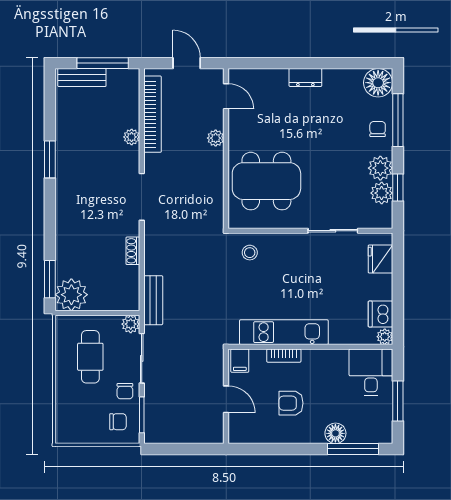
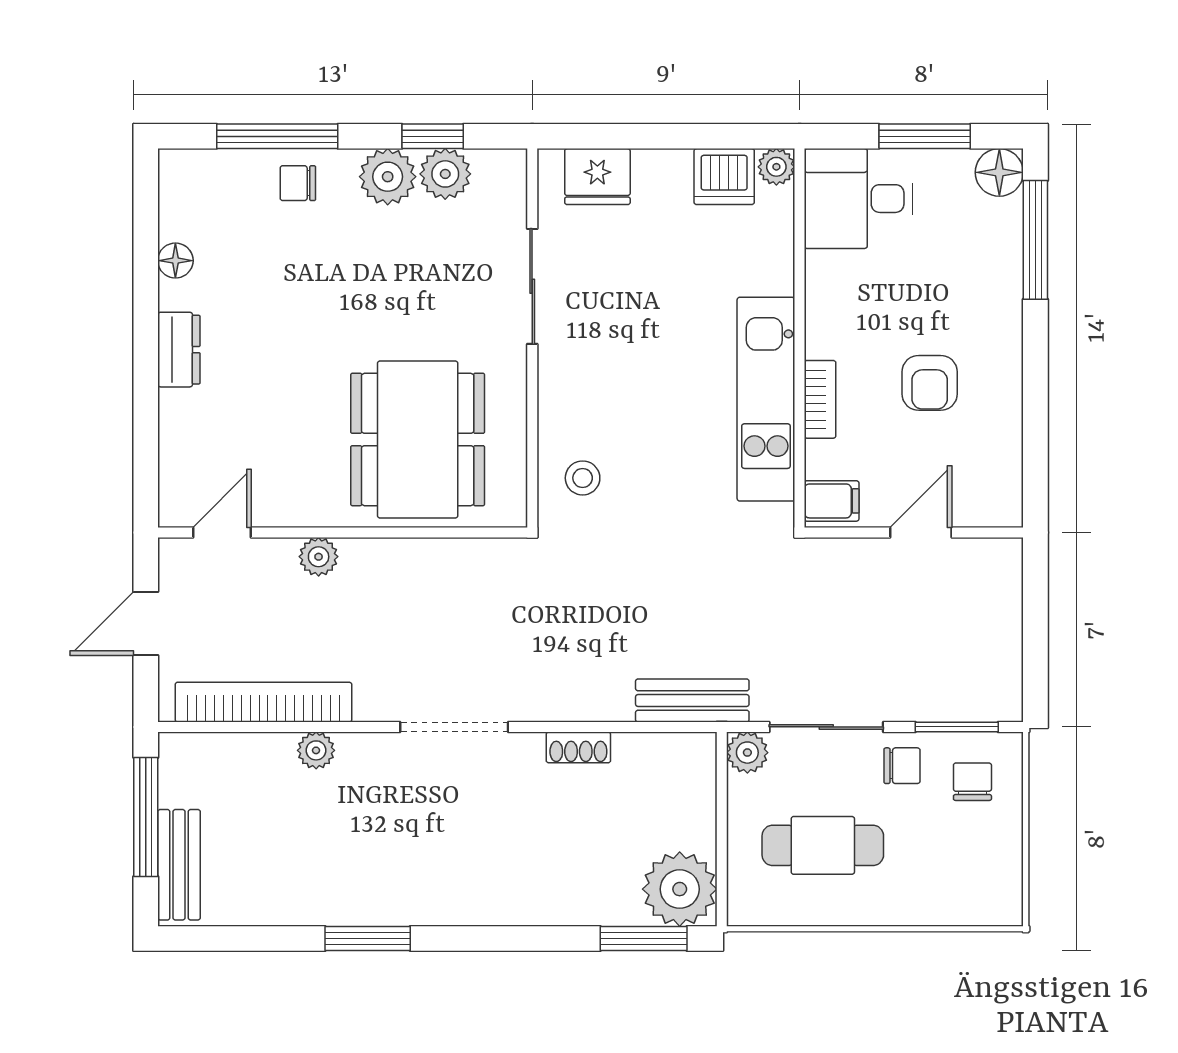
floor lamp: (378, 83) -> (175, 261), moved, width x0.53, depth x0.53
floor lamp: (335, 433) -> (999, 172), moved

